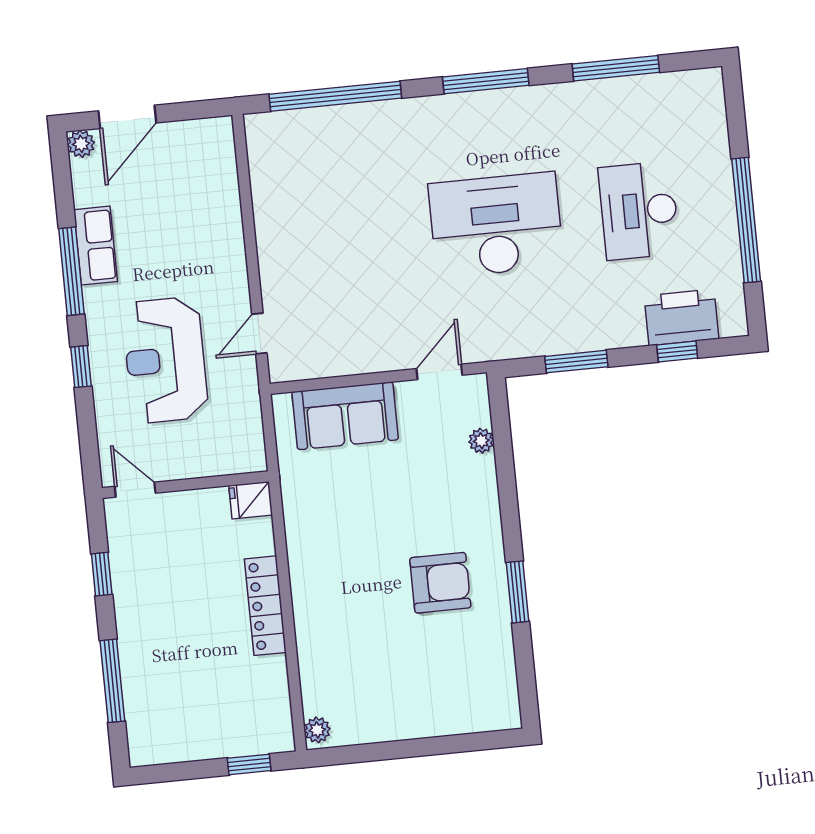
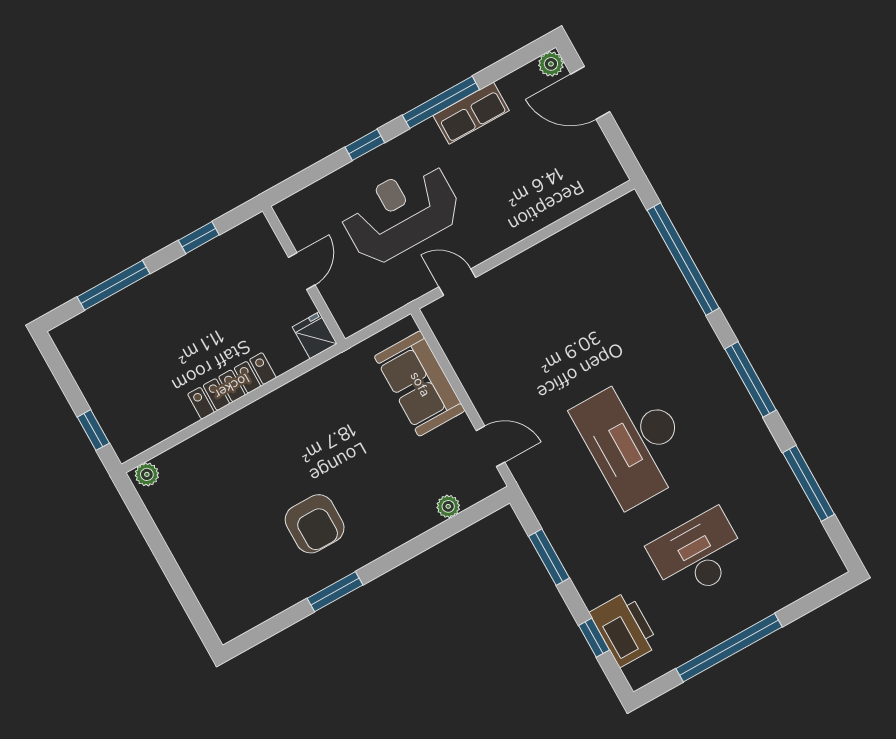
desk: (496, 225) -> (634, 440), turned 180
door: (135, 490) -> (302, 271), moved

